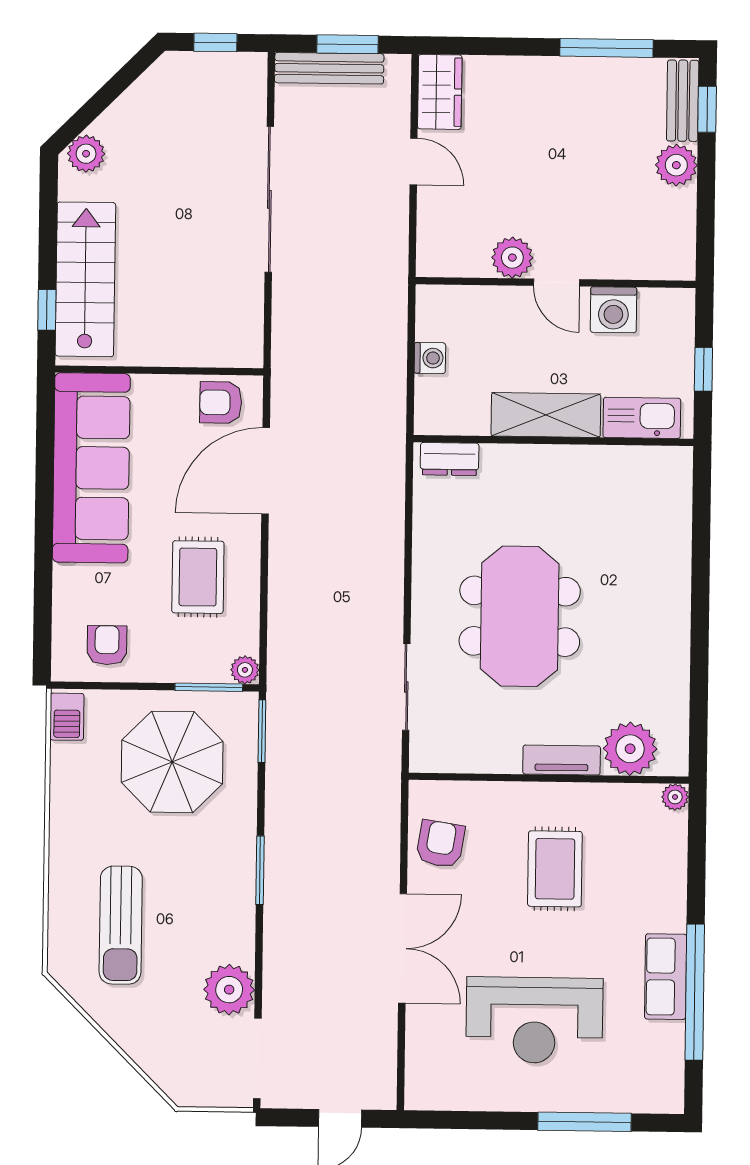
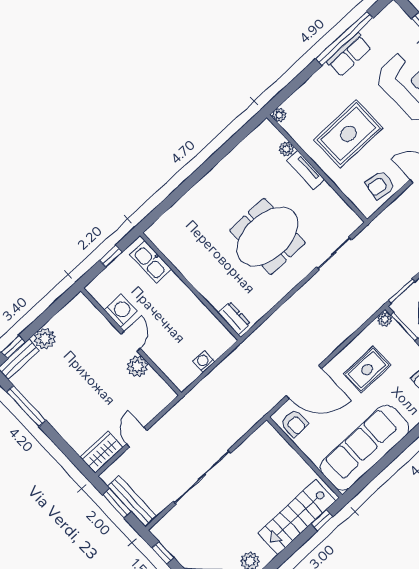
shelving: (546, 415) -> (184, 298), removed
plant: (630, 749) -> (286, 149), width x0.53, depth x0.53
rug: (555, 869) -> (348, 134), width x1.36, depth x1.43

